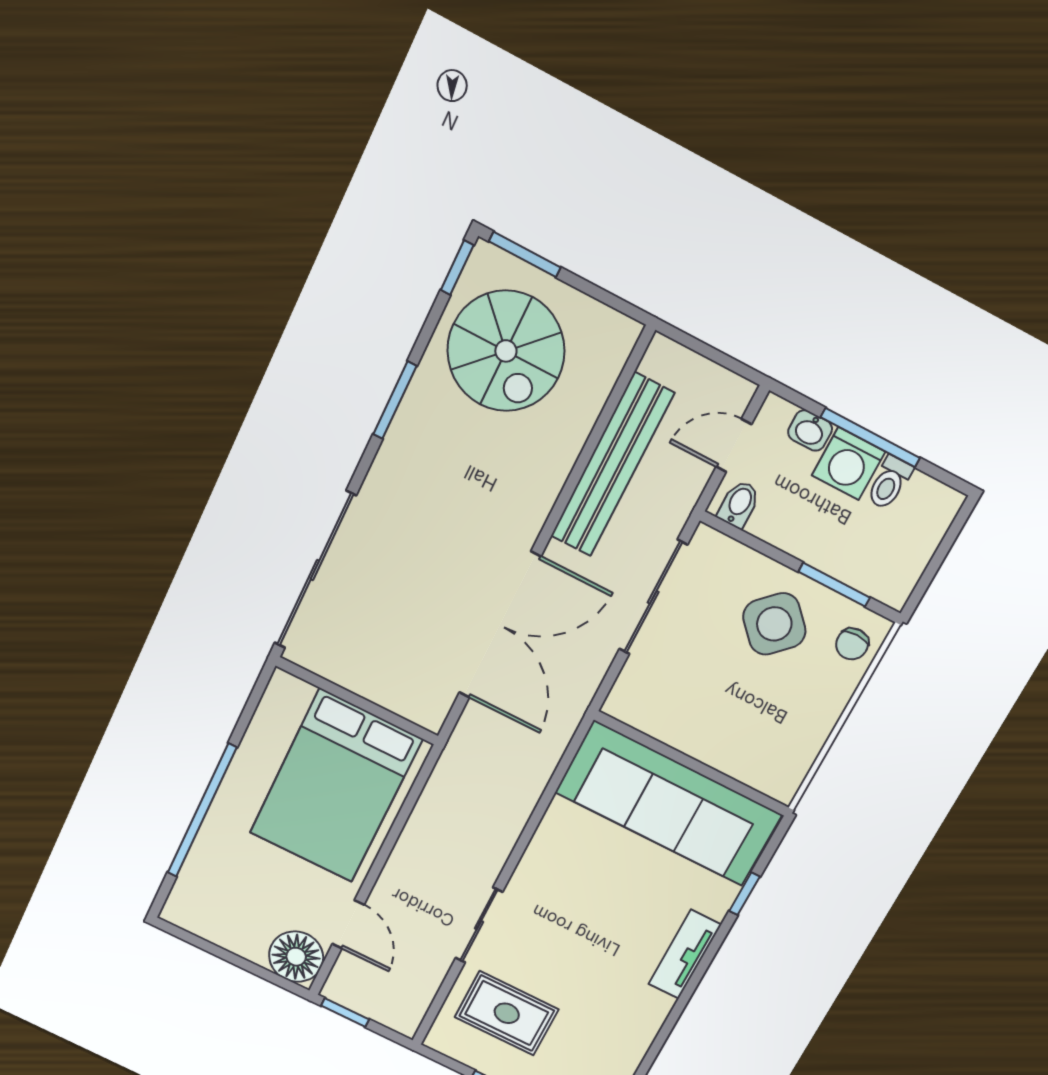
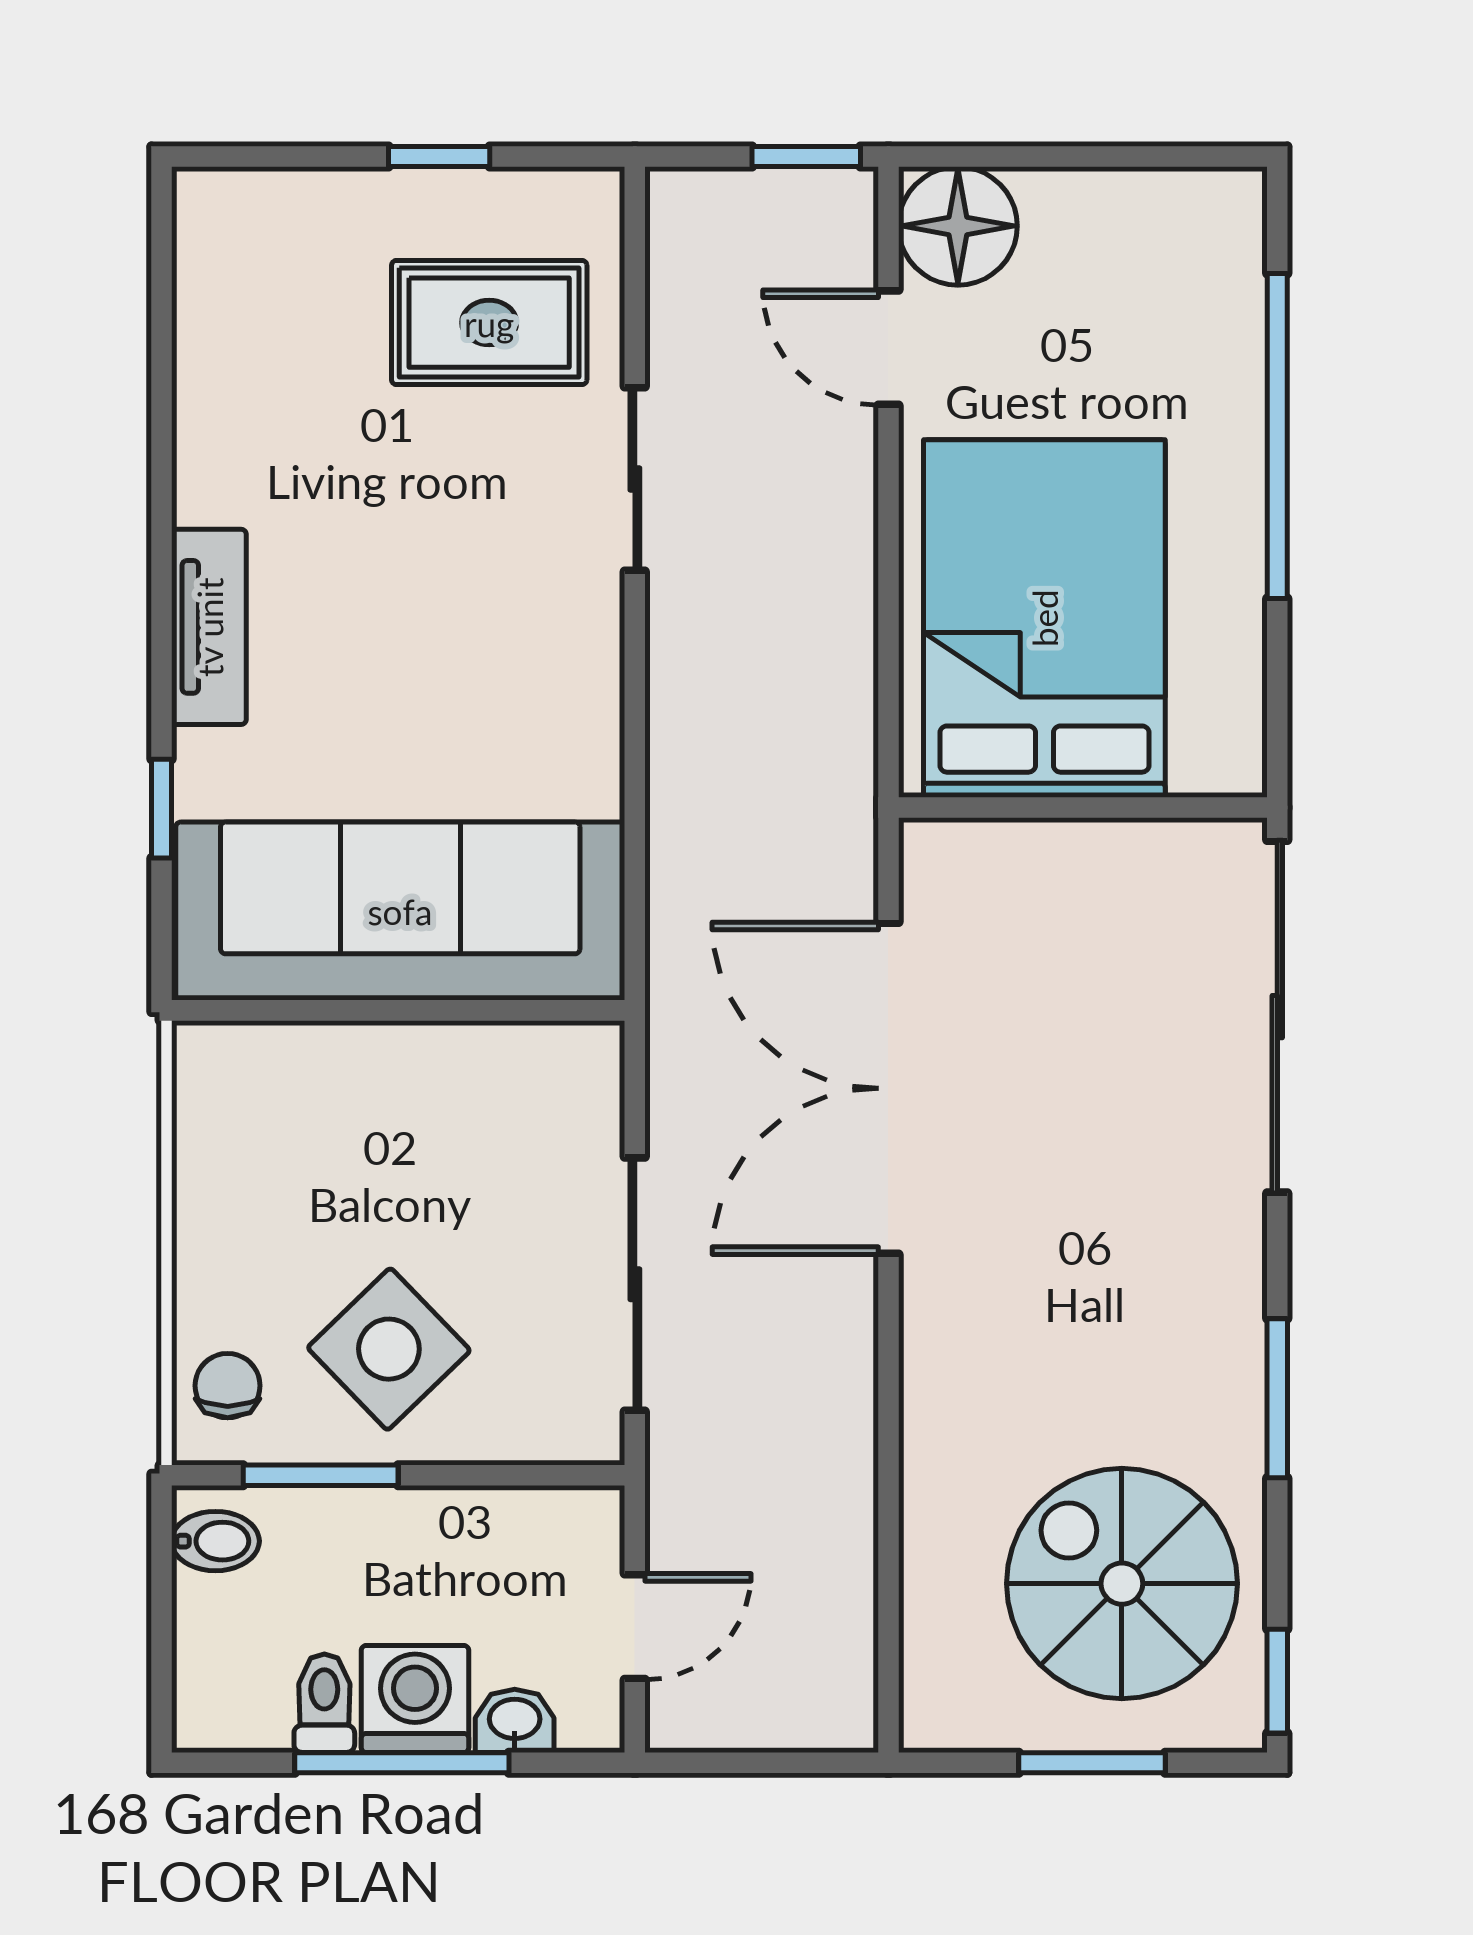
window: (525, 254) -> (1092, 1763), moved
bench: (612, 465) -> (833, 1482), removed
bidet: (739, 504) -> (215, 1541), moved, turned -90

